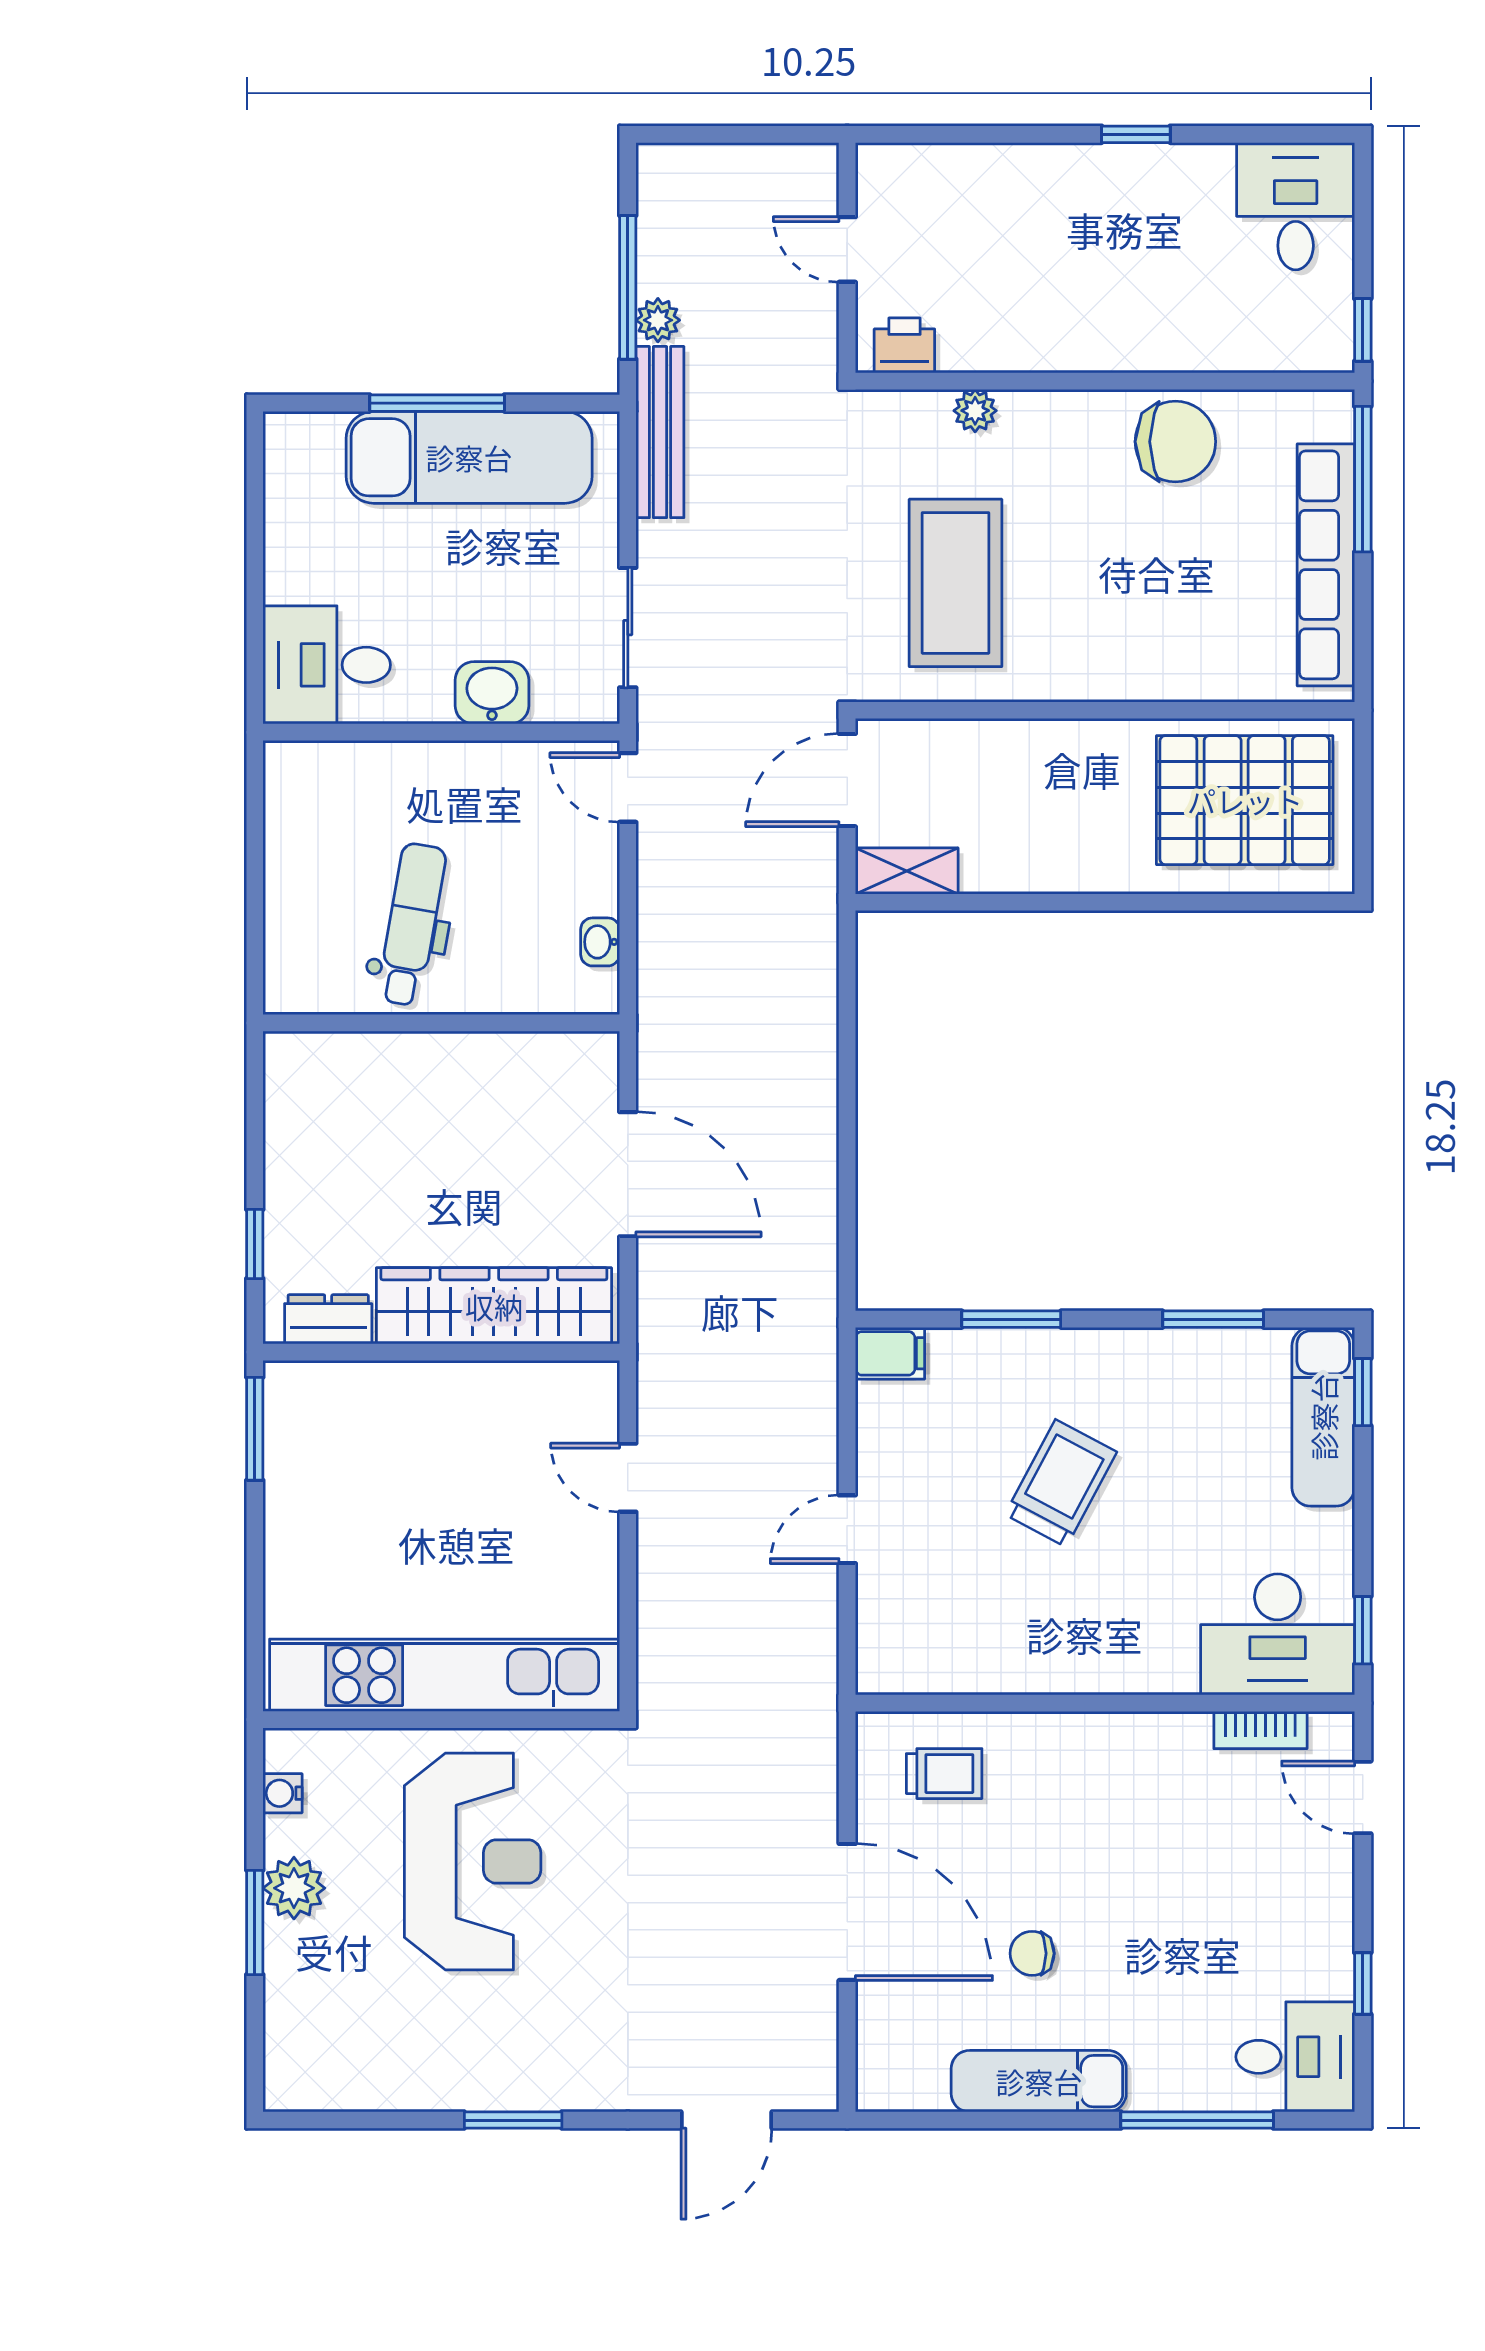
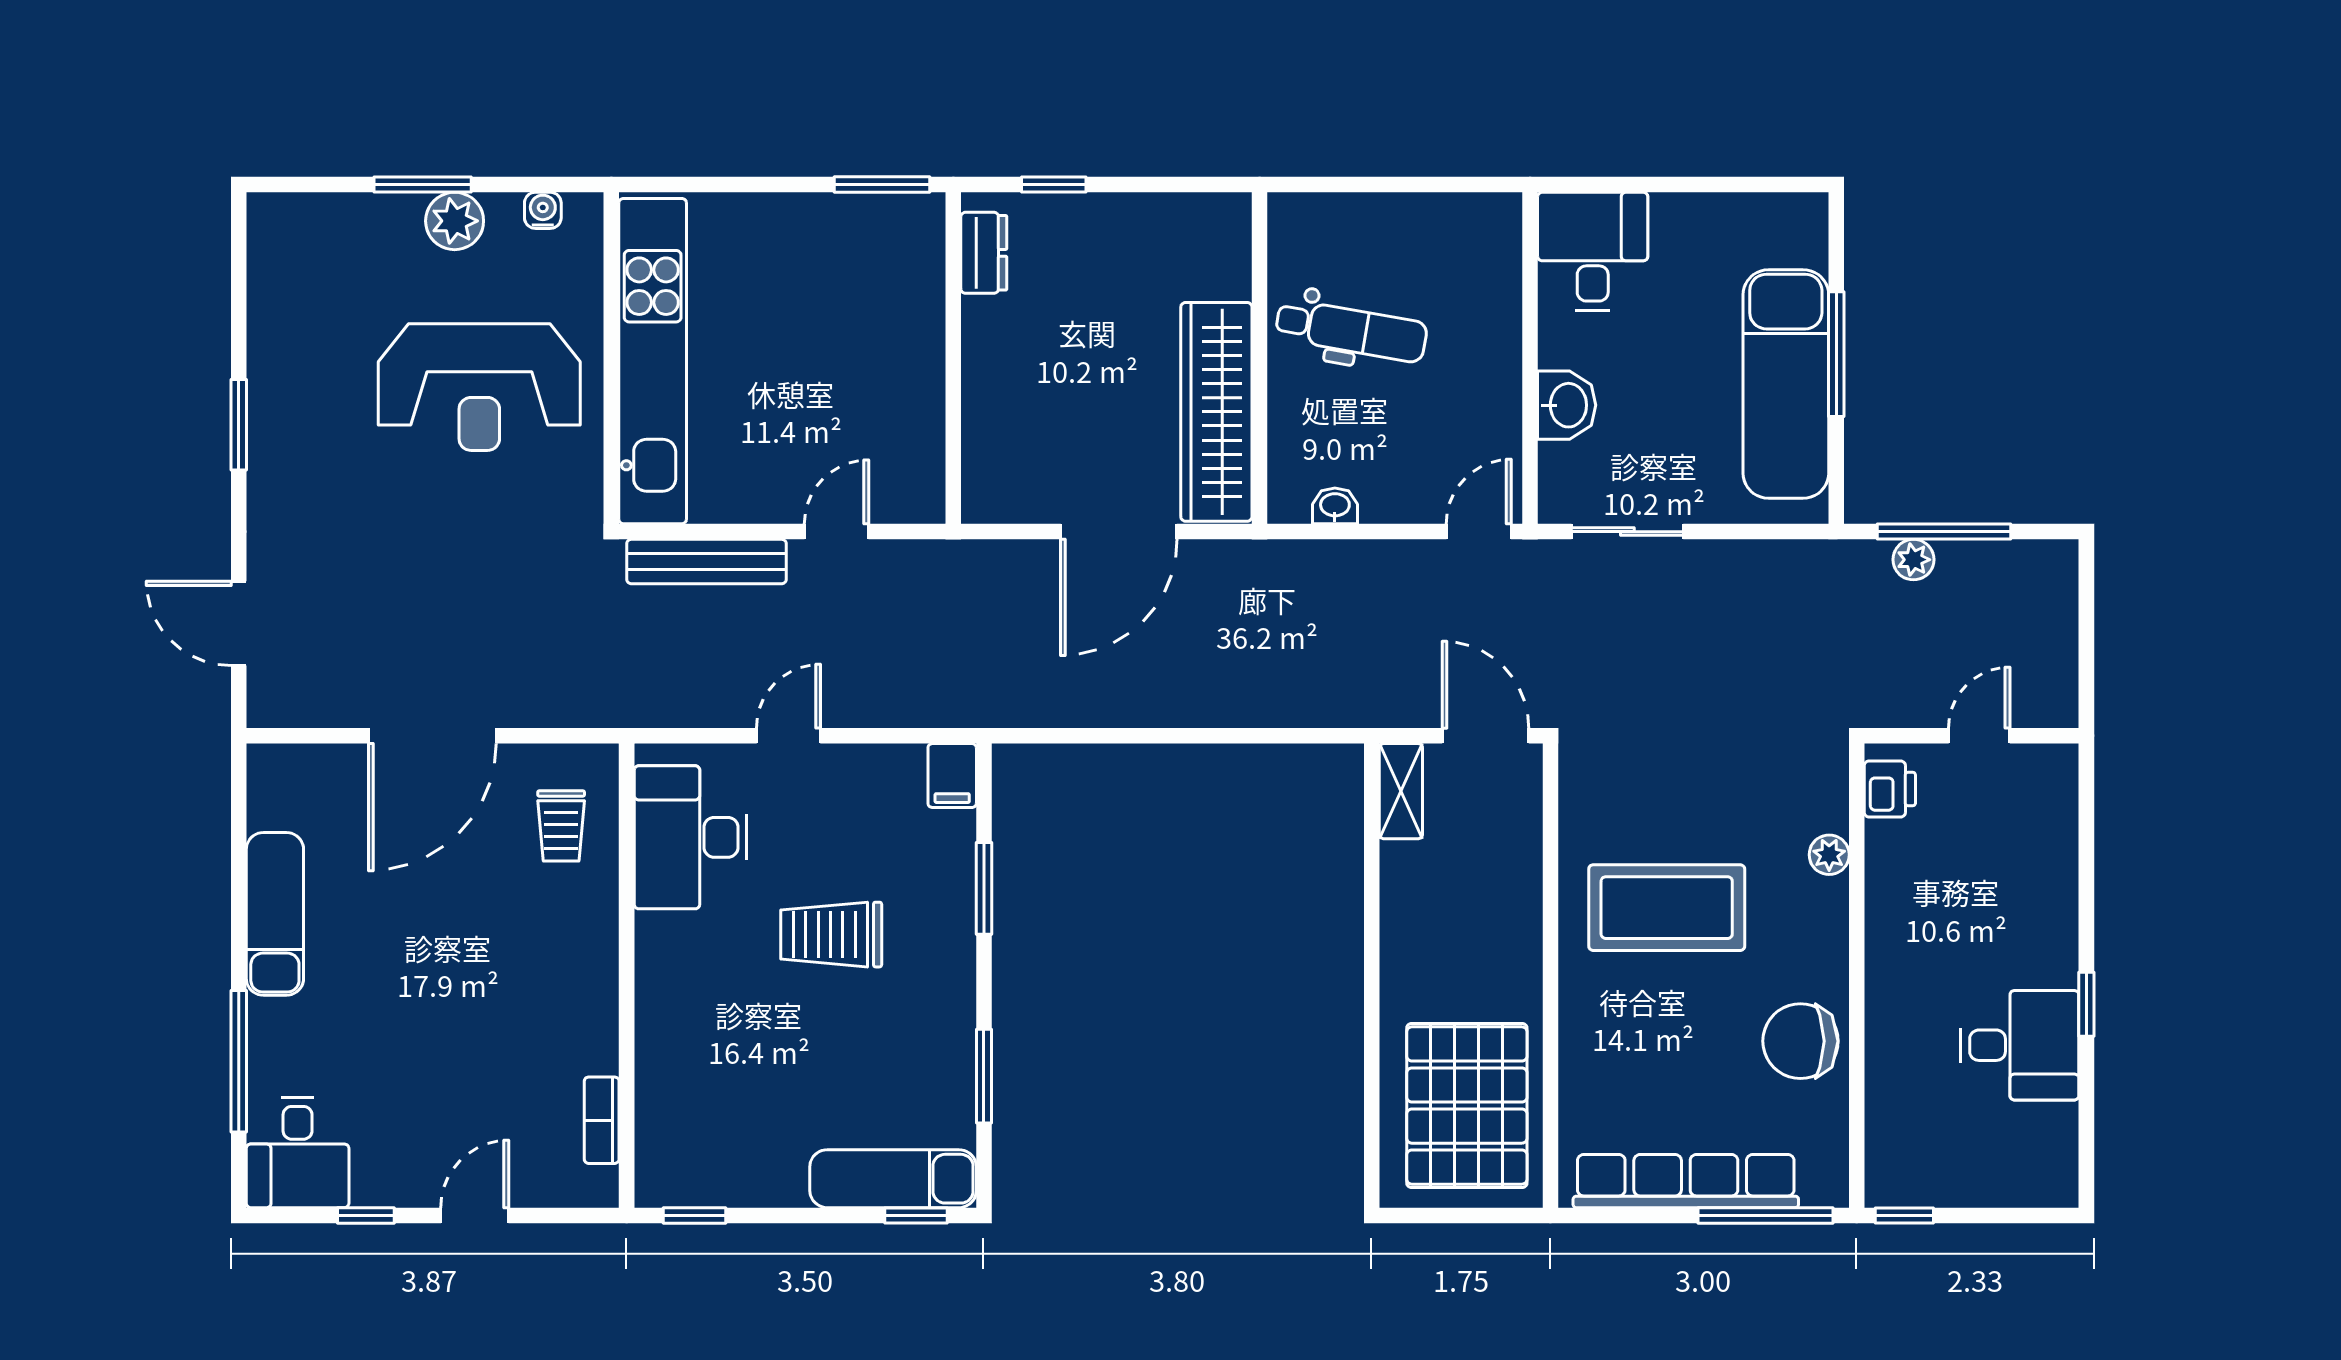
desk: (1296, 206) -> (2020, 1045), moved
bench: (660, 432) -> (706, 562), moved
chair: (1175, 442) -> (1800, 1041), turned 90
coffee table: (955, 583) -> (1667, 908), moved
wardrobe: (494, 1306) -> (1216, 412), moved, turned 180
trolley: (1061, 1483) -> (831, 935), turned 152
door: (847, 1529) -> (788, 736), hinge flipped
desk: (1278, 1634) -> (691, 837), moved
door: (1363, 1797) -> (475, 1215), moved
chair: (1032, 1953) -> (394, 908), removed

